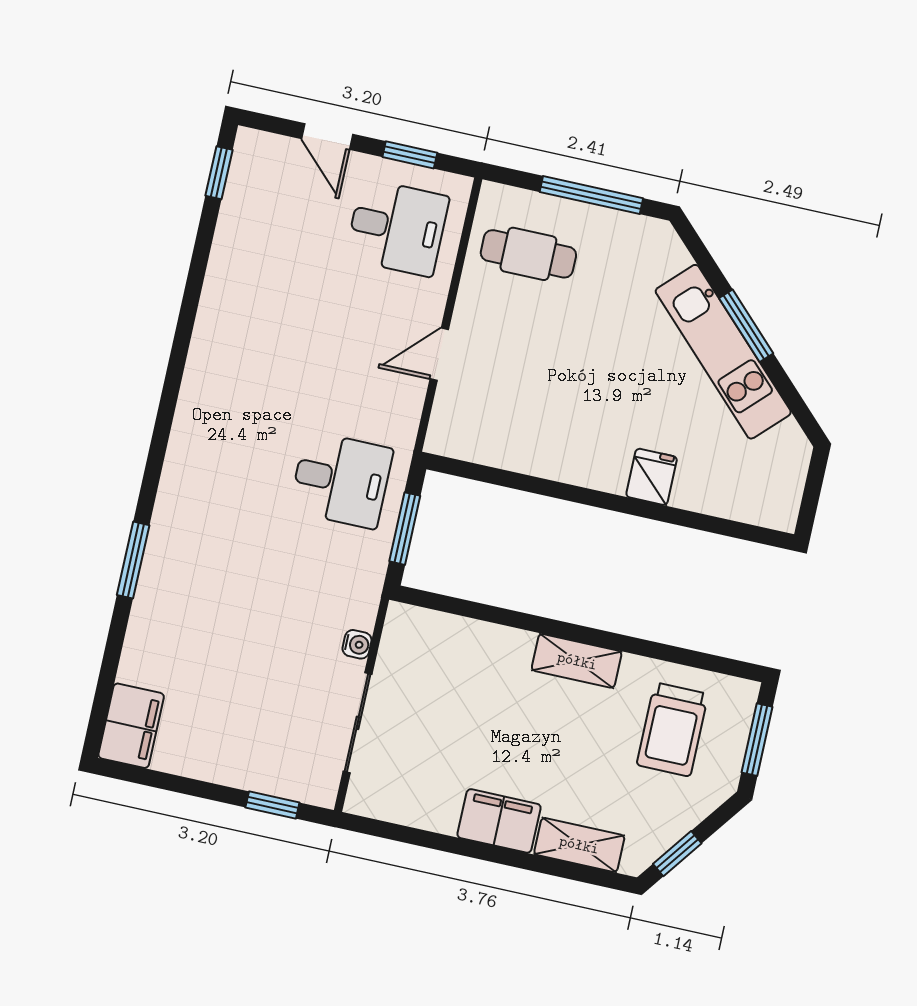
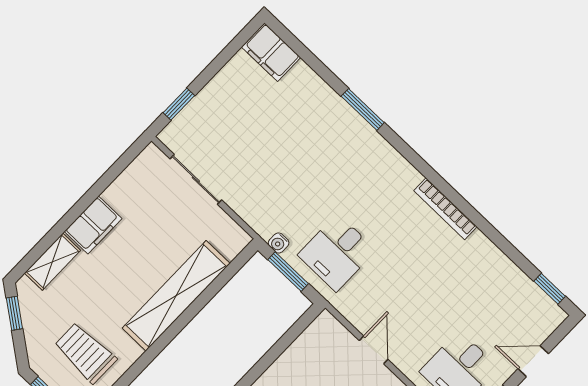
bookcase: (197, 373) -> (445, 209), added
water cooler: (357, 644) -> (279, 243), moved
shelving: (577, 661) -> (176, 296), width x2.20, depth x1.33

